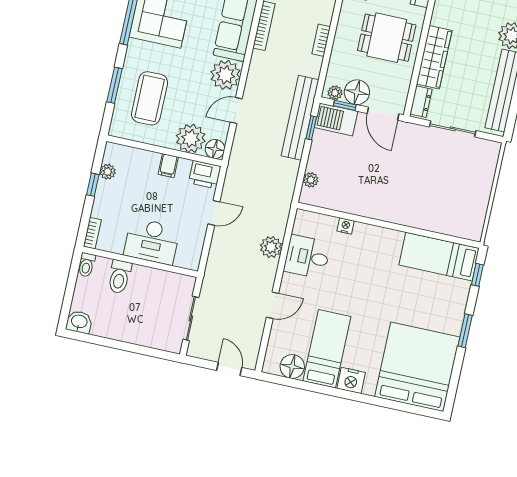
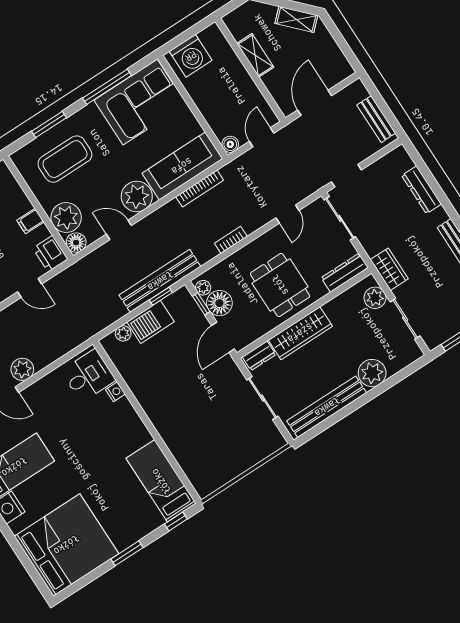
barbecue: (336, 119) -> (151, 322), moved, turned -90
plant: (271, 247) -> (22, 369), moved
desk: (307, 257) -> (88, 375), moved, turned 90

